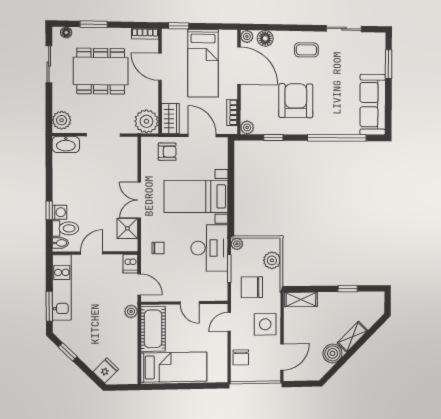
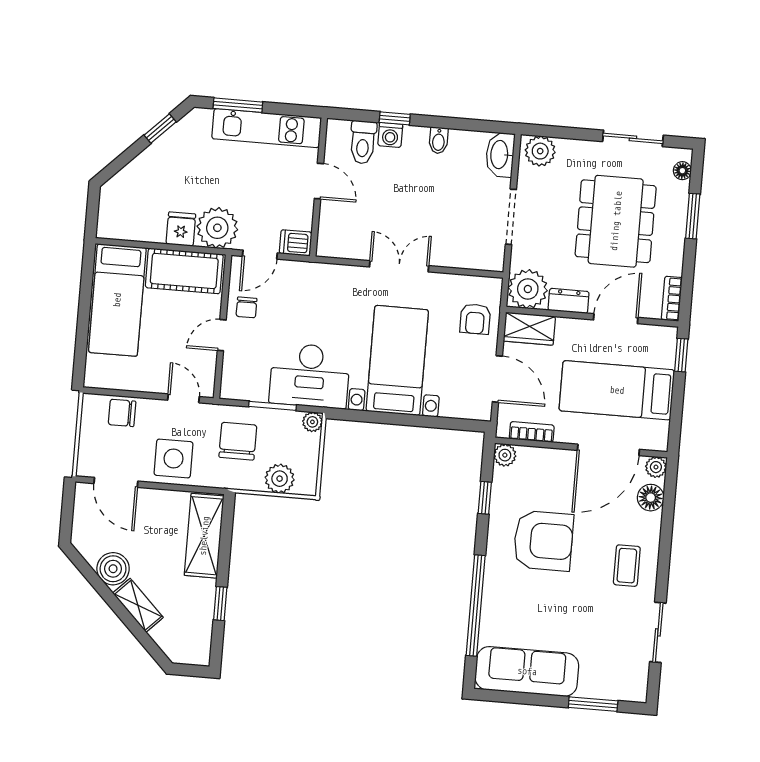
dresser: (152, 96) -> (569, 301), added
door: (202, 135) -> (497, 379), hinge flipped
shower: (127, 228) -> (354, 243), removed
bidet: (60, 243) -> (439, 140), moved
chair: (158, 248) -> (247, 307), moved
shelving: (301, 299) -> (204, 536), width x1.50, depth x1.33
plant: (131, 311) -> (217, 228), width x1.88, depth x1.88
fridge: (106, 370) -> (181, 229), moved, turned -135

